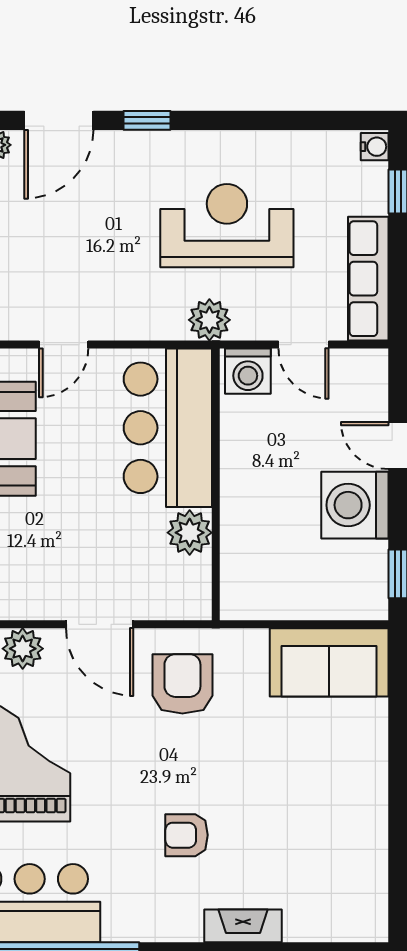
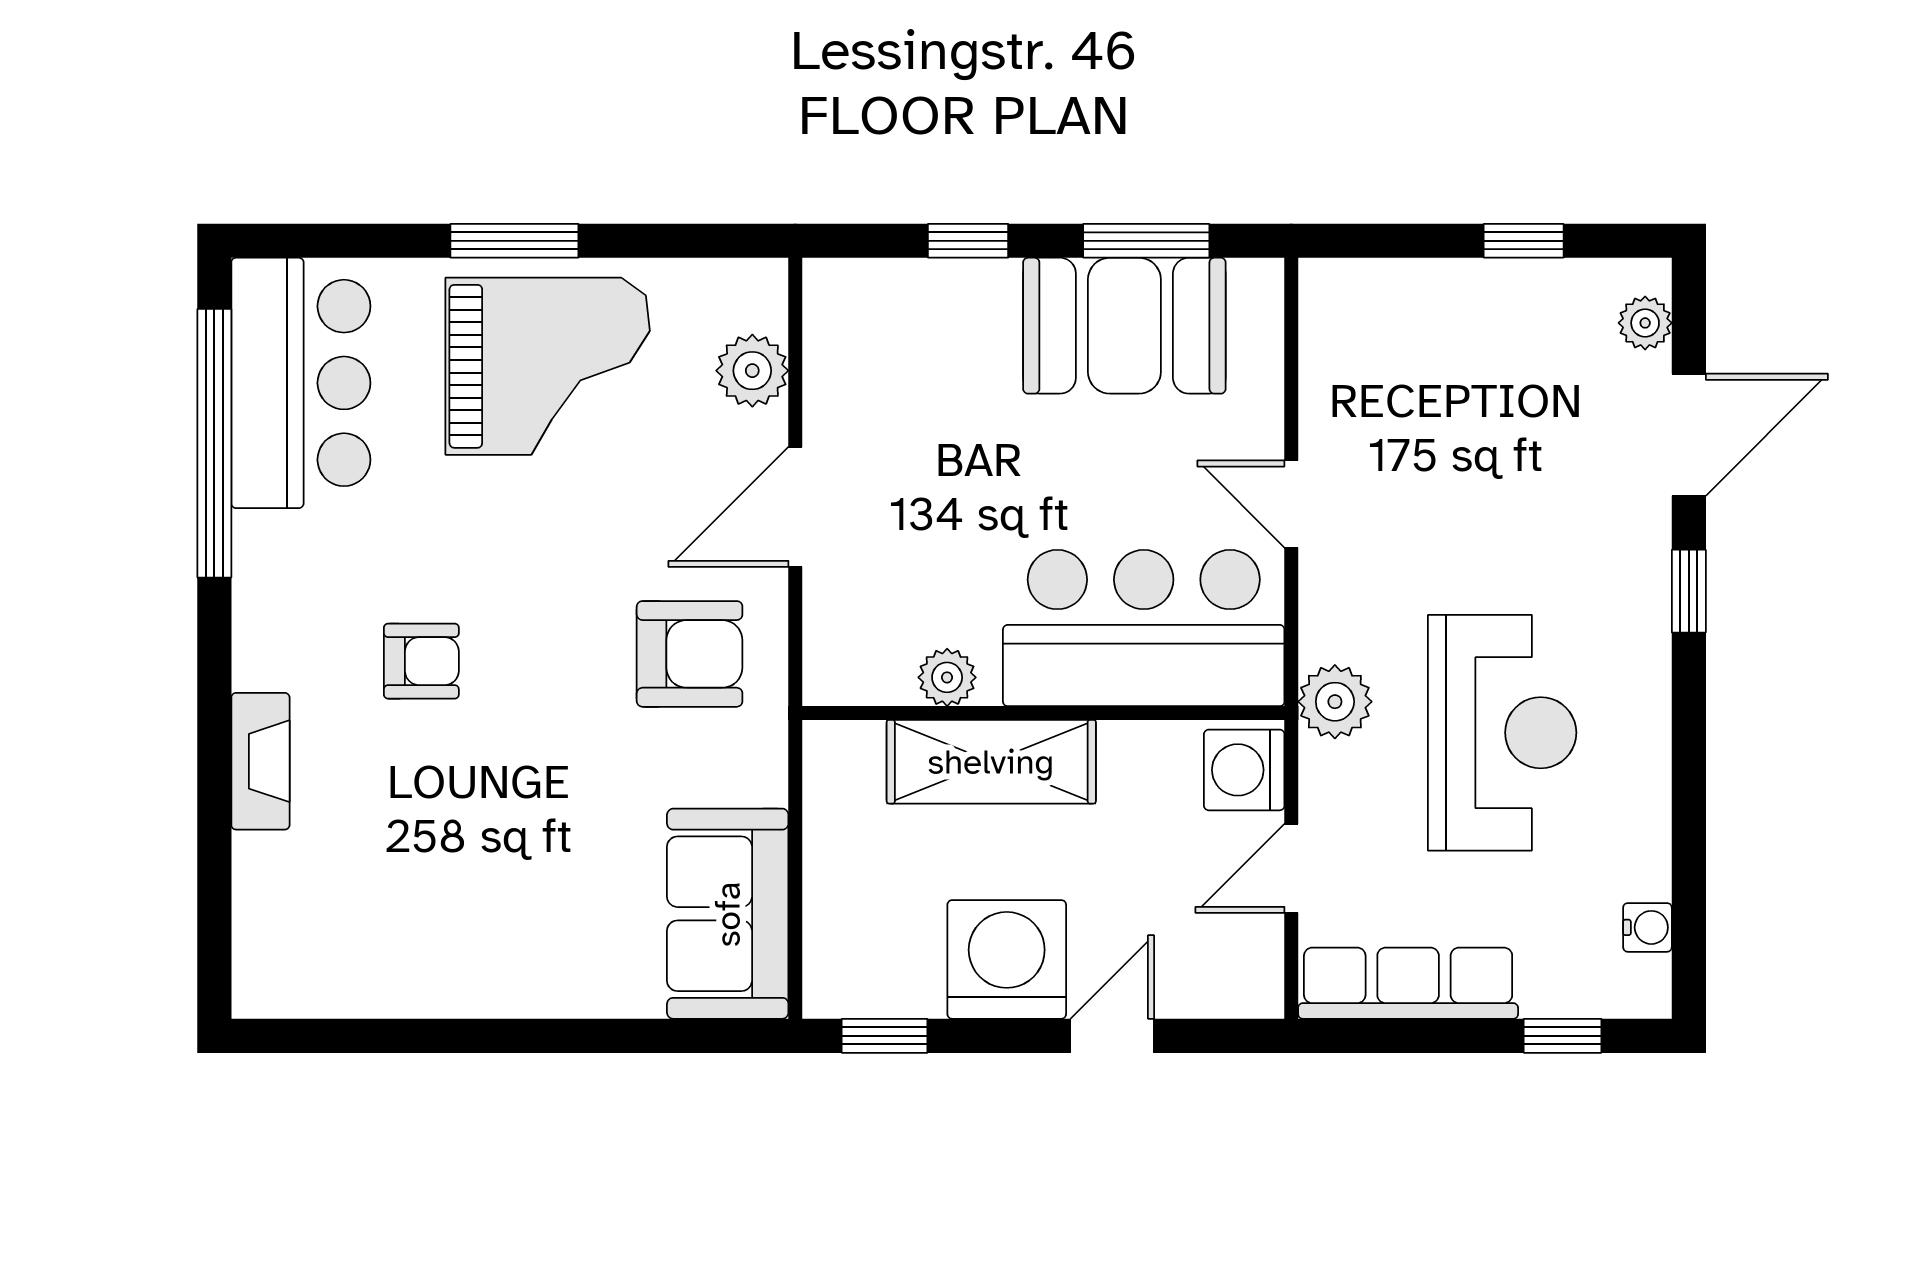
door: (59, 120) -> (1689, 435), swing flipped
water cooler: (375, 147) -> (1647, 927), moved, turned -90
door: (64, 345) -> (1291, 504), moved
shelving: (243, 514) -> (991, 762), added
plant: (190, 533) -> (947, 677), width x0.73, depth x0.73
armchair: (187, 835) -> (421, 661), turned 90

